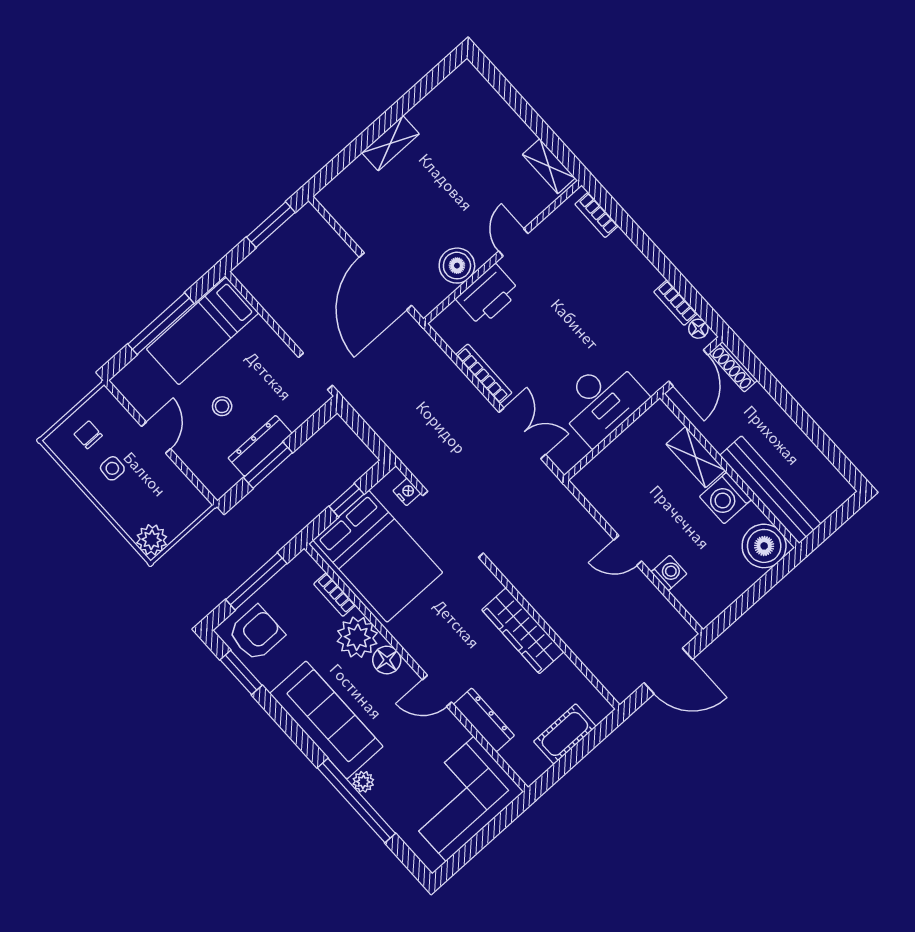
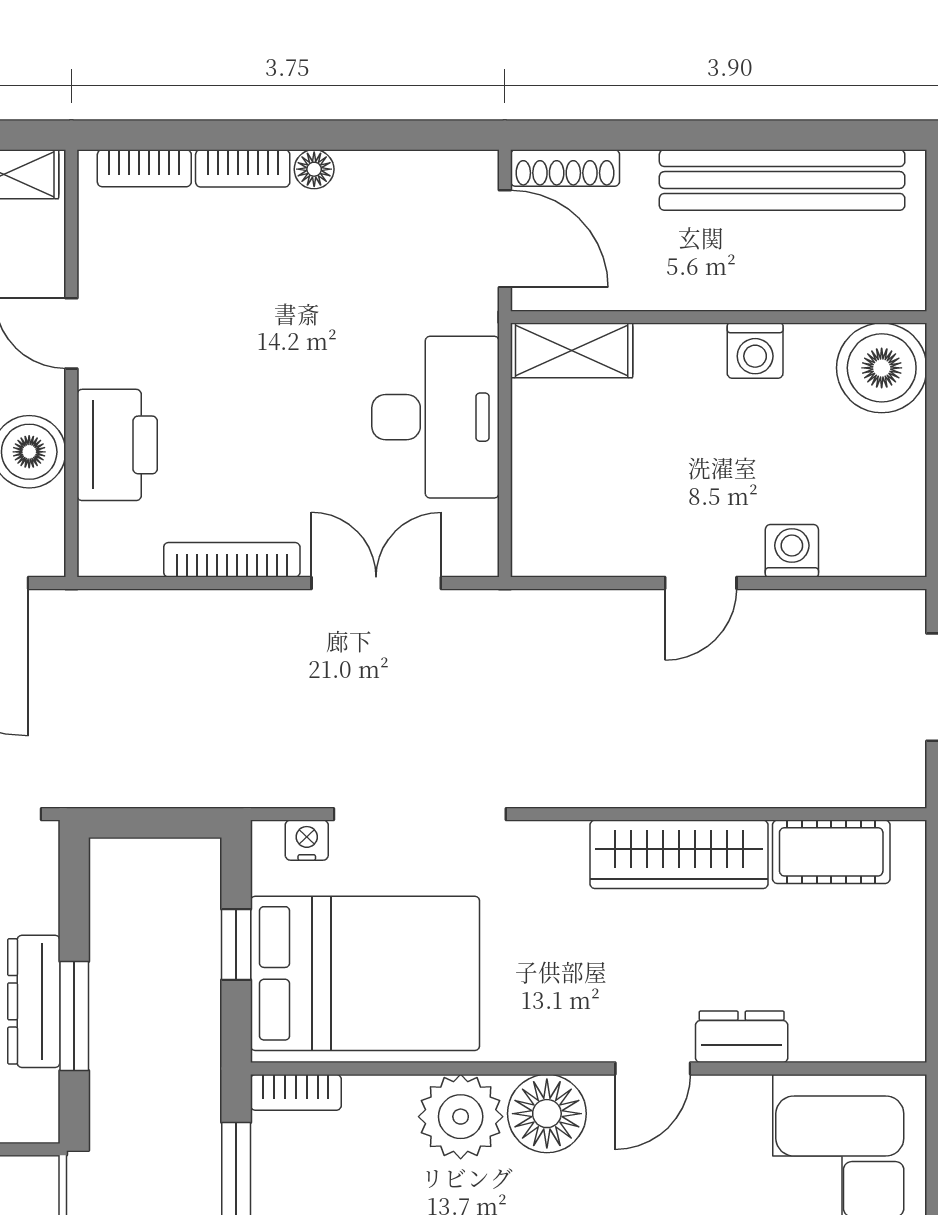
bookcase: (676, 303) -> (243, 168), moved
floor lamp: (698, 329) -> (314, 169), moved
shelving: (696, 457) -> (572, 350), moved
bench: (770, 490) -> (782, 180), moved
washing machine: (725, 498) -> (755, 351), width x0.73, depth x0.73
bookcase: (335, 595) -> (296, 1092), moved
floor lamp: (387, 660) -> (547, 1114), width x1.38, depth x1.38
dresser: (484, 720) -> (742, 1037), width x0.70
cot: (565, 734) -> (831, 852), moved, turned 90

